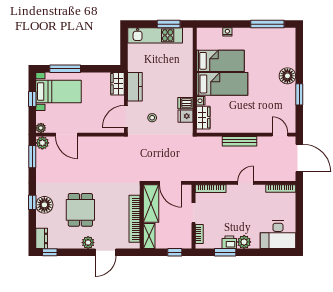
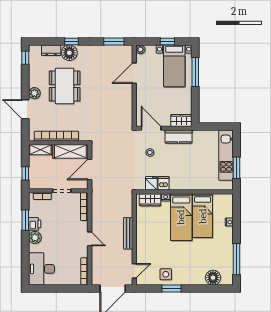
floor lamp: (287, 76) -> (213, 278), moved
side table: (284, 101) -> (166, 274), added
plant: (42, 143) -> (127, 51), removed
dining table: (80, 210) -> (65, 86), width x1.38
dresser: (42, 238) -> (51, 50), moved

